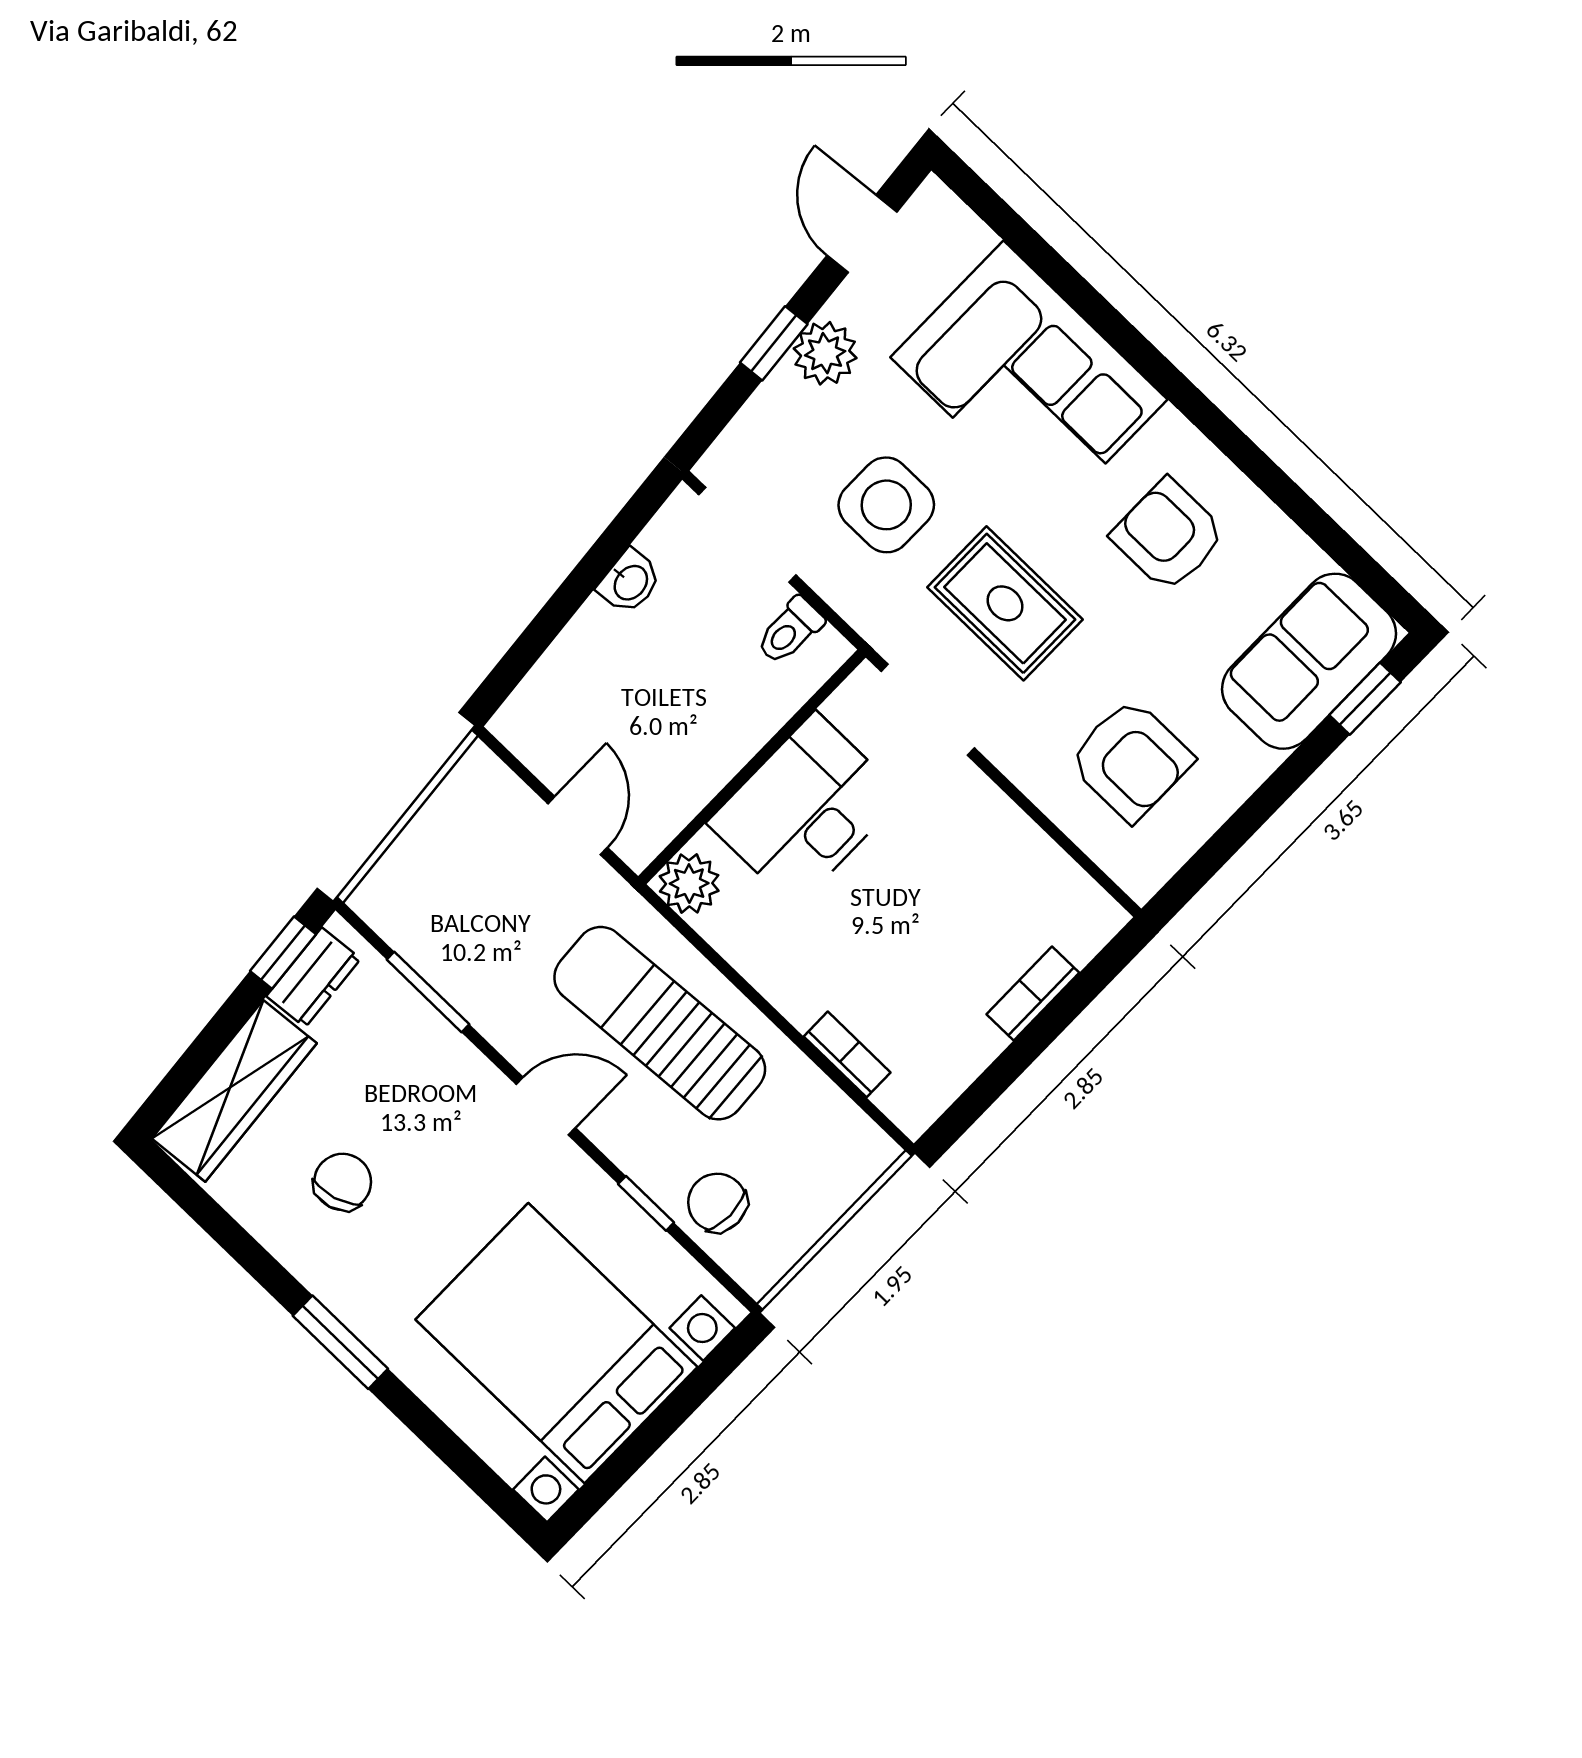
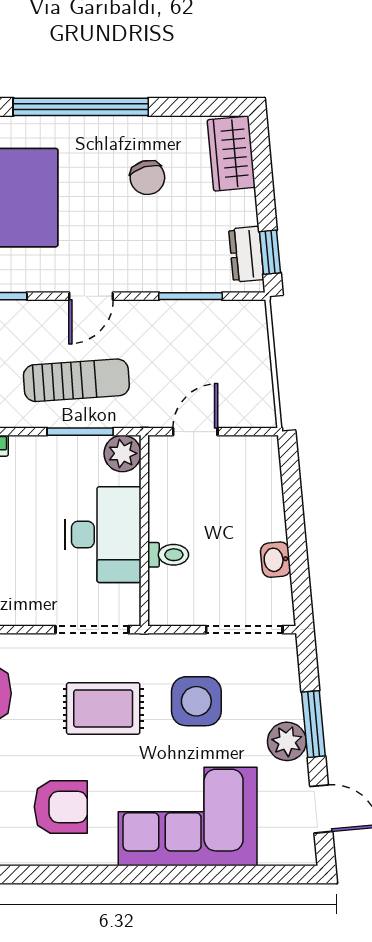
window: (774, 343) -> (313, 724), width x1.50
toilet: (790, 631) -> (168, 555), moved, turned 90
door: (578, 826) -> (195, 432), swing flipped
window: (714, 958) -> (80, 432), added
sun lounger: (660, 1023) -> (76, 380), width x0.73, depth x0.75
wardrobe: (234, 1091) -> (231, 154), width x0.67
window: (340, 1342) -> (81, 107), width x2.11

